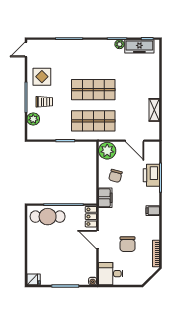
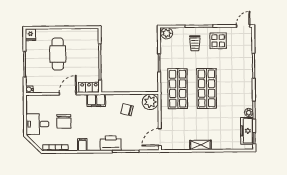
door: (26, 49) -> (243, 26), hinge flipped
shelving: (154, 110) -> (200, 145), moved
plant: (33, 119) -> (167, 33), moved
door: (135, 141) -> (160, 137), moved
printer: (151, 175) -> (111, 143), moved
filing cabinet: (105, 198) -> (96, 101), moved
filing cabinet: (153, 211) -> (82, 145), moved
cafe table: (48, 217) -> (58, 54), moved
chair: (128, 244) -> (64, 121), turned -90
desk: (111, 274) -> (37, 124), moved, turned -90

